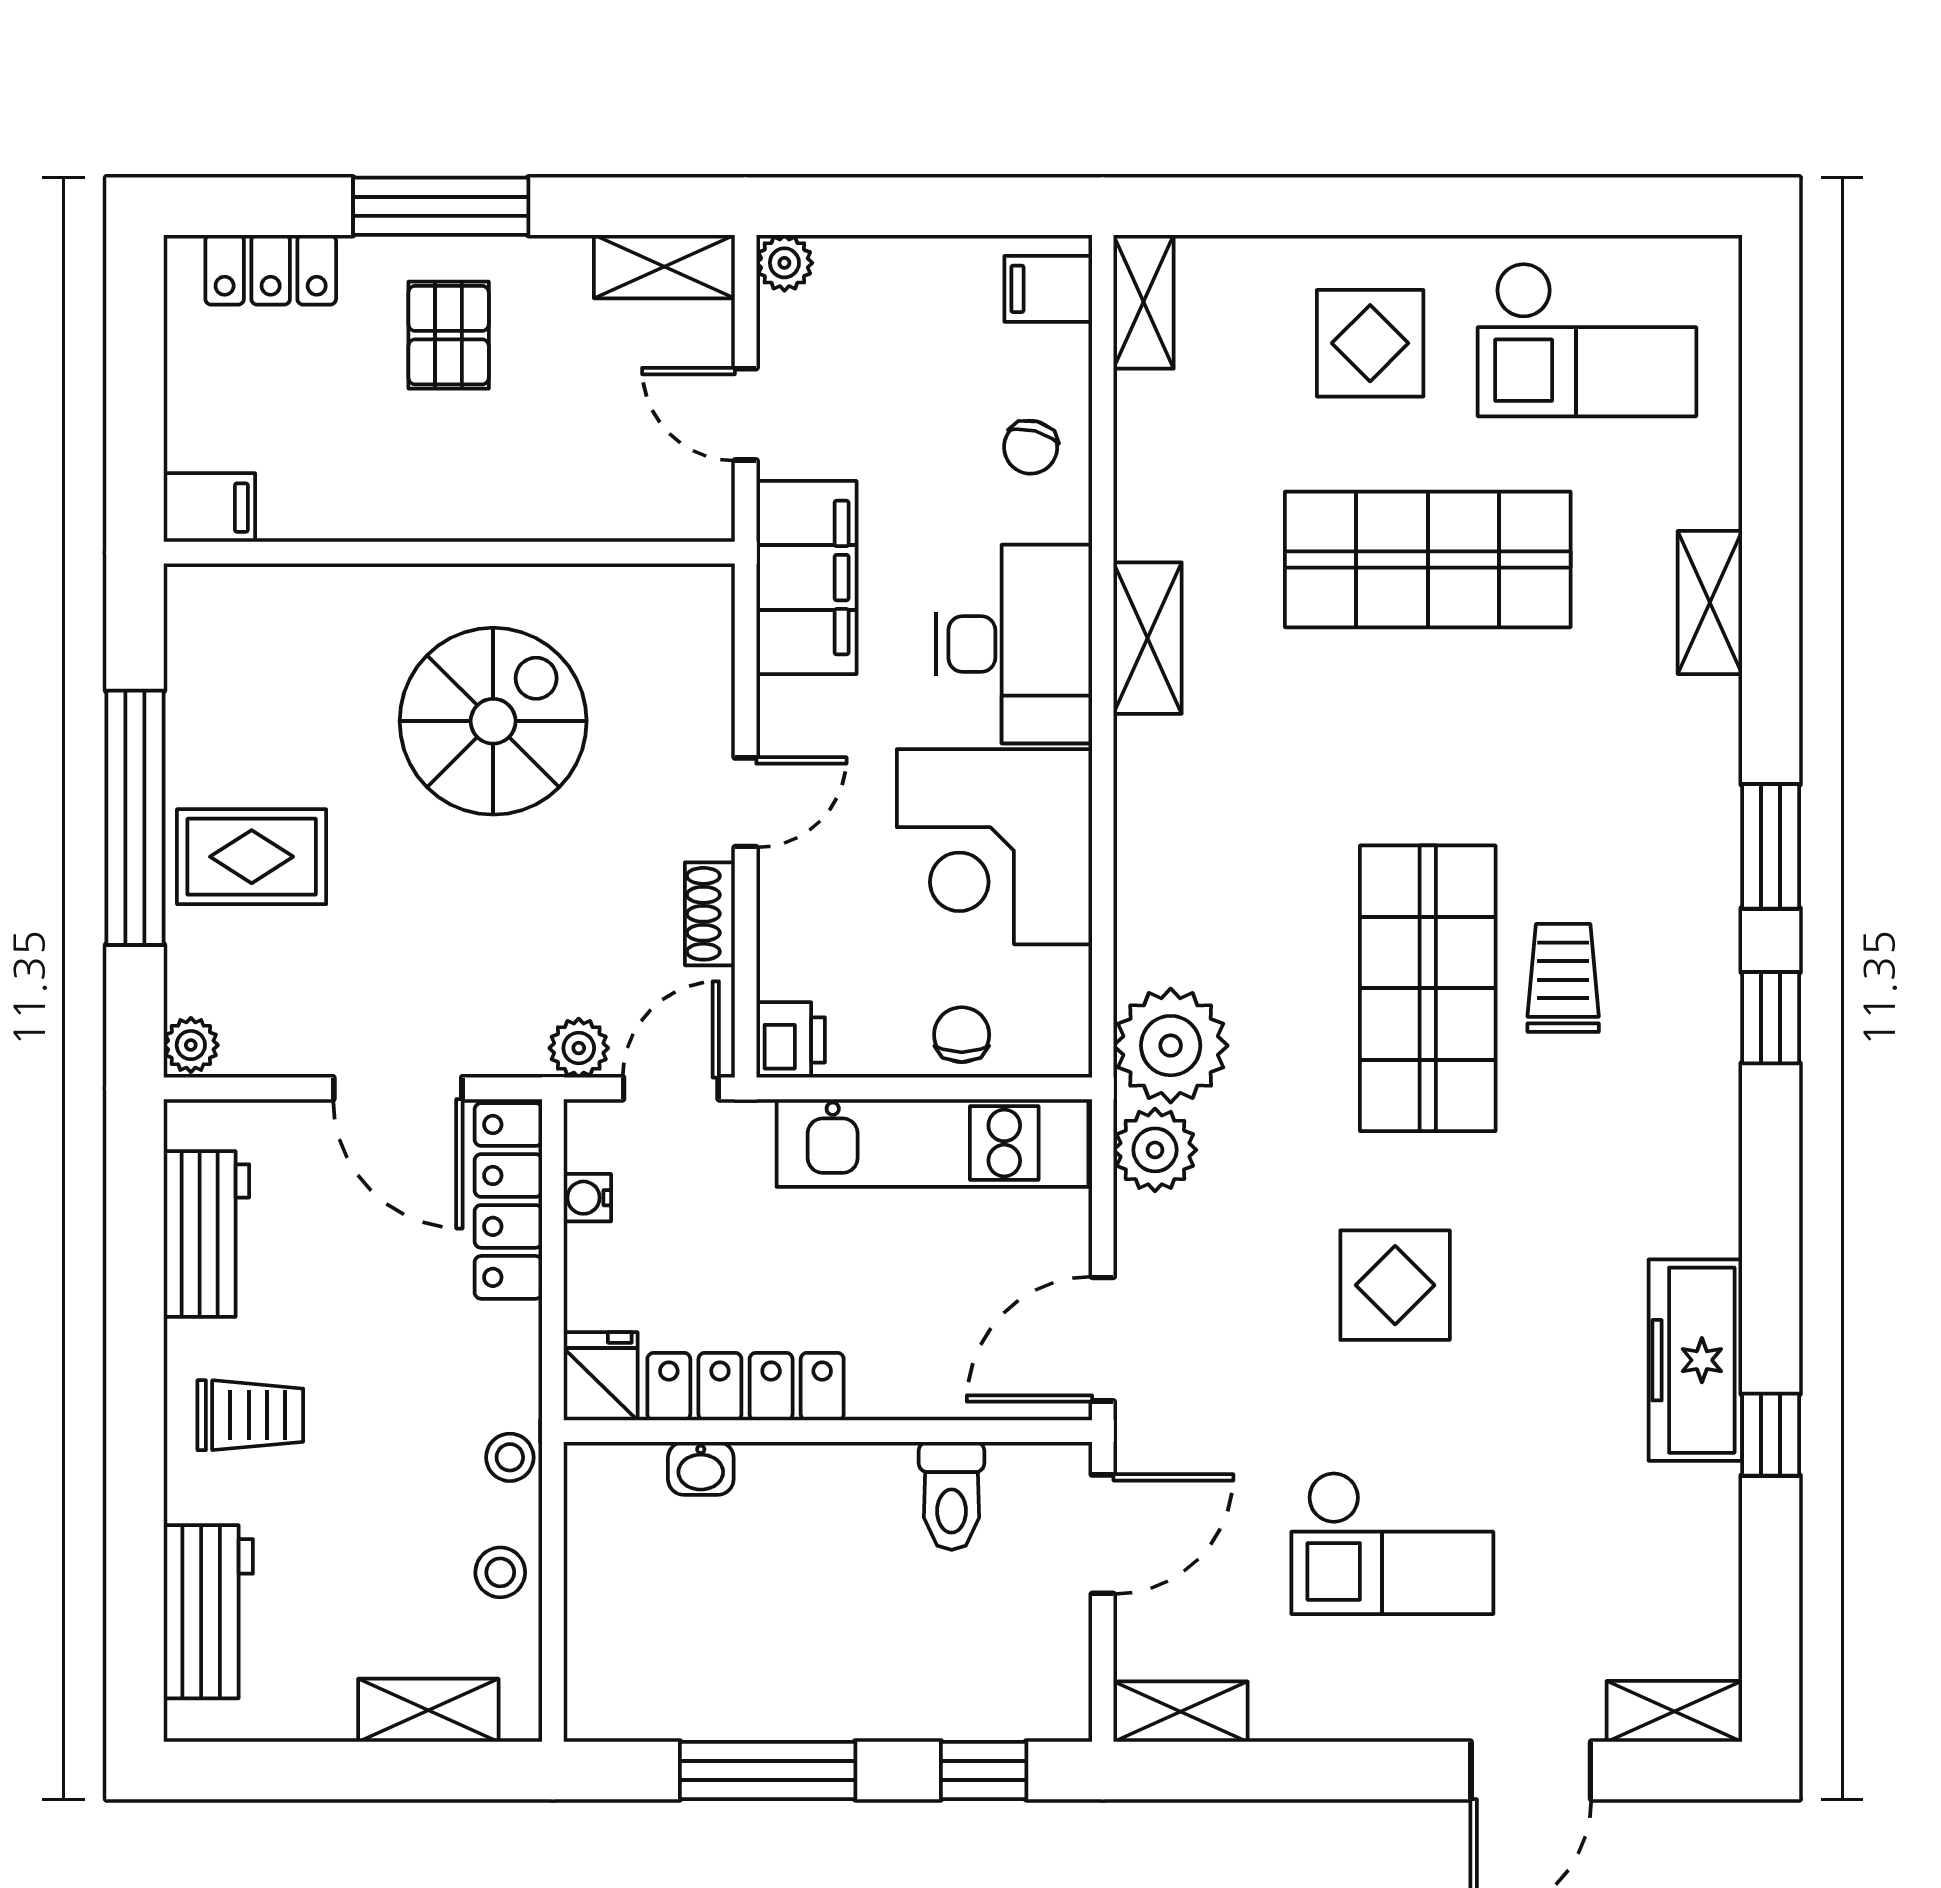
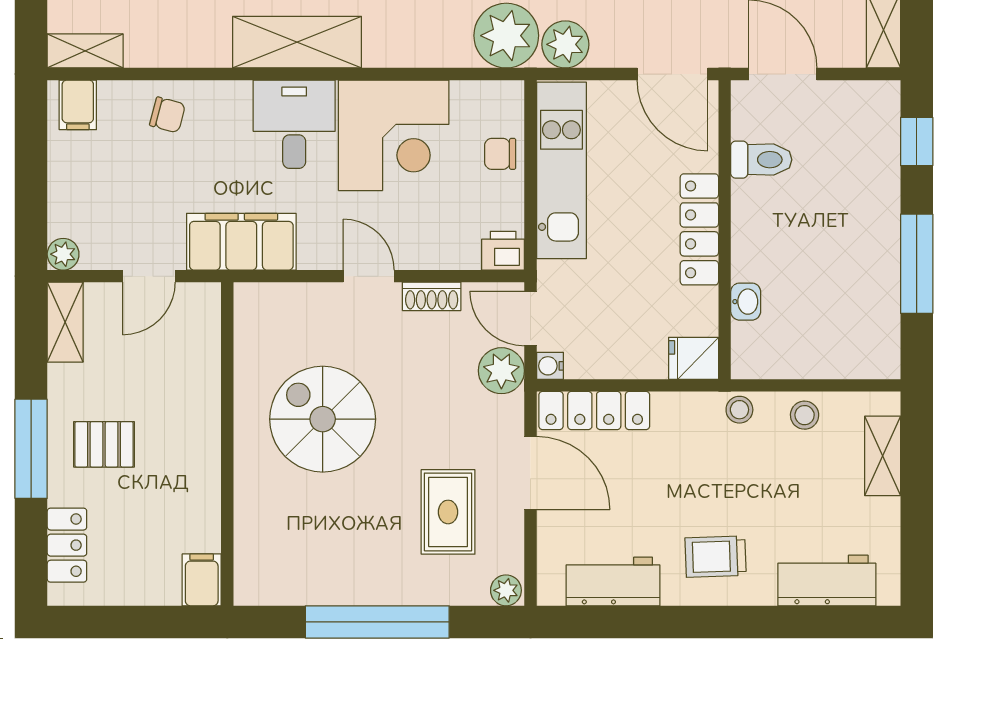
shelving: (1148, 638) -> (297, 42), width x1.50, depth x1.33
desk: (1014, 644) -> (294, 124), width x0.73
rug: (252, 857) -> (448, 512), moved
plant: (579, 1048) -> (501, 371), width x1.38, depth x1.38
door: (398, 1088) -> (530, 473), hinge flipped
water cooler: (587, 1198) -> (550, 366), moved, turned 90
locker: (746, 1387) -> (699, 229), moved
trolley: (250, 1415) -> (716, 557), turned -92

